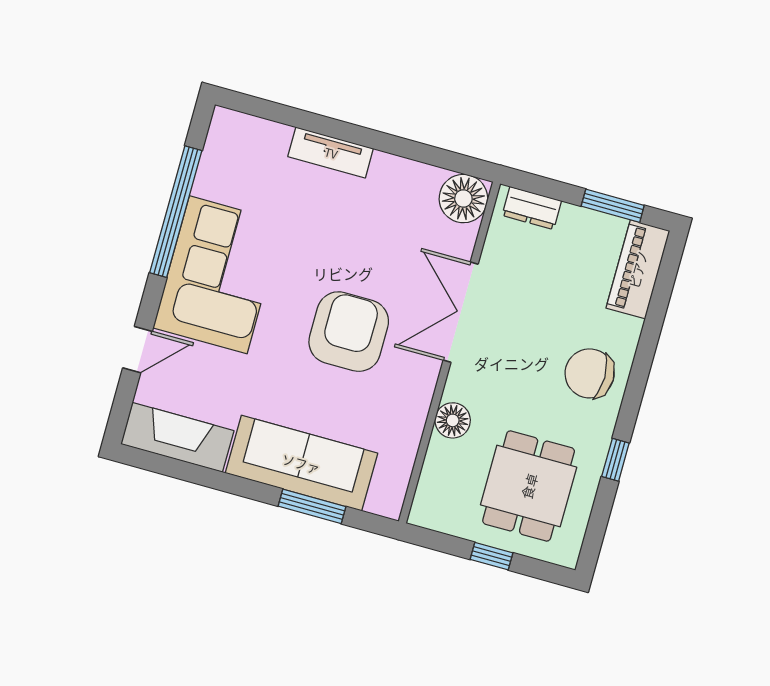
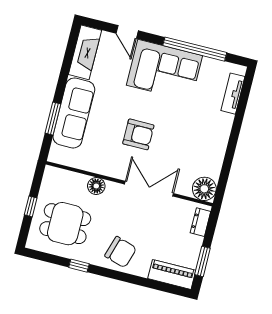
tv unit: (331, 153) -> (233, 94), moved
armchair: (349, 332) -> (138, 134), width x0.73, depth x0.73
chair: (590, 373) -> (121, 252), turned 107

